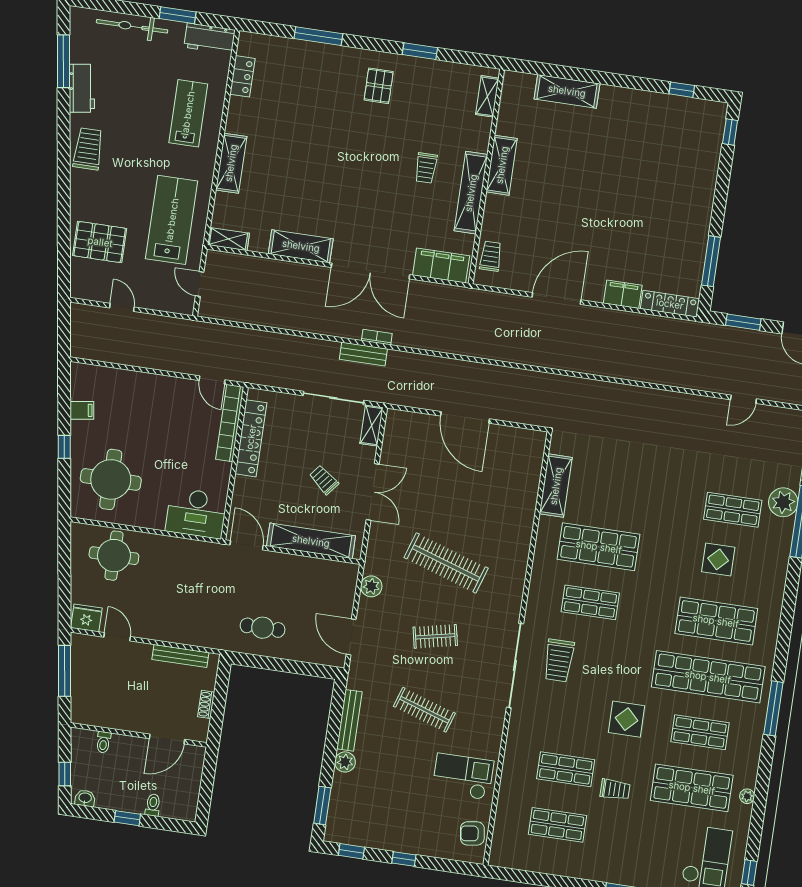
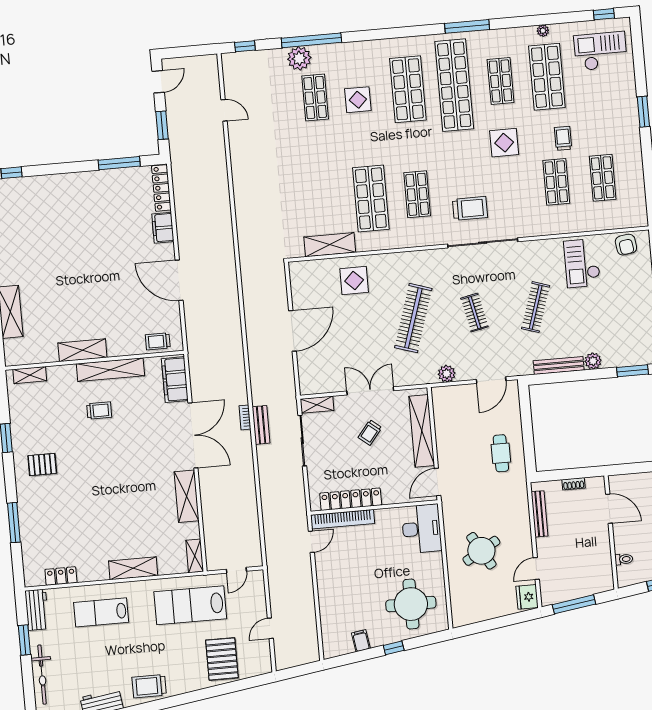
display table: (507, 504) -> (354, 281), added
round table: (114, 556) -> (481, 551), moved, turned -30

